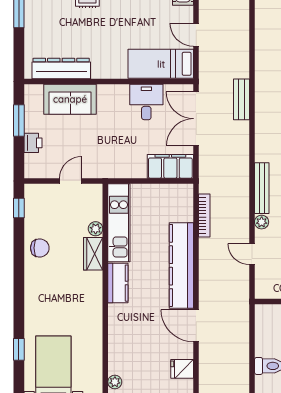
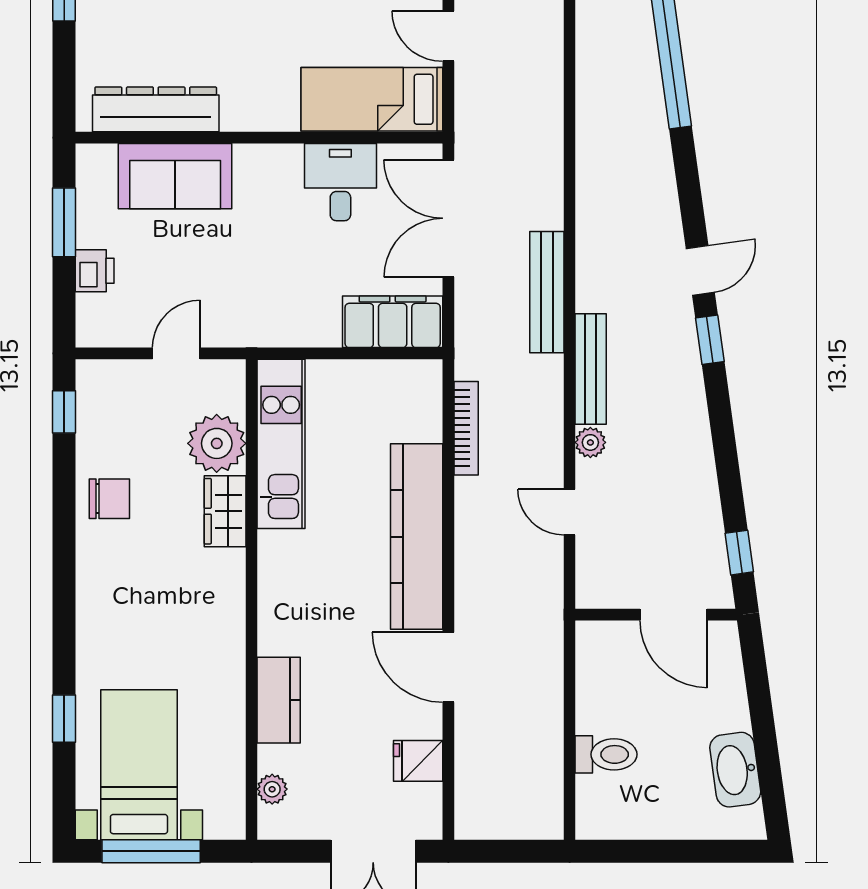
bench: (241, 99) -> (547, 292), moved, width x1.36
plant: (96, 229) -> (217, 443), width x1.87, depth x1.87
kitchen counter: (118, 283) -> (279, 700), moved

